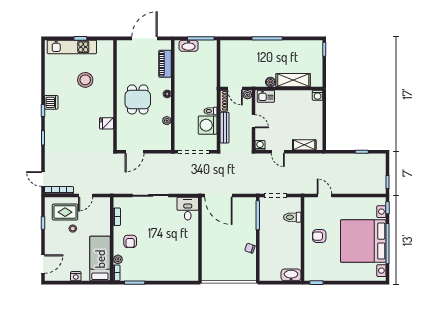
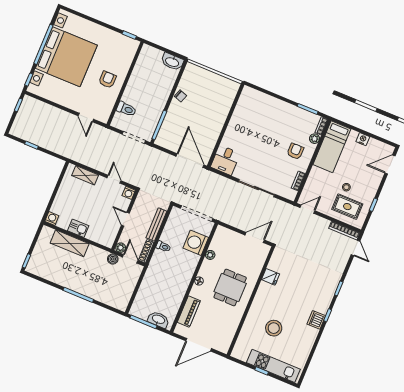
boiler: (270, 82) -> (113, 259), moved
kitchen sink: (266, 96) -> (78, 228), moved
washing machine: (208, 125) -> (196, 243), moved, turned 180
door: (86, 195) -> (307, 209), moved
armchair: (319, 236) -> (108, 80), turned -90
washbasin: (291, 275) -> (172, 62), moved

